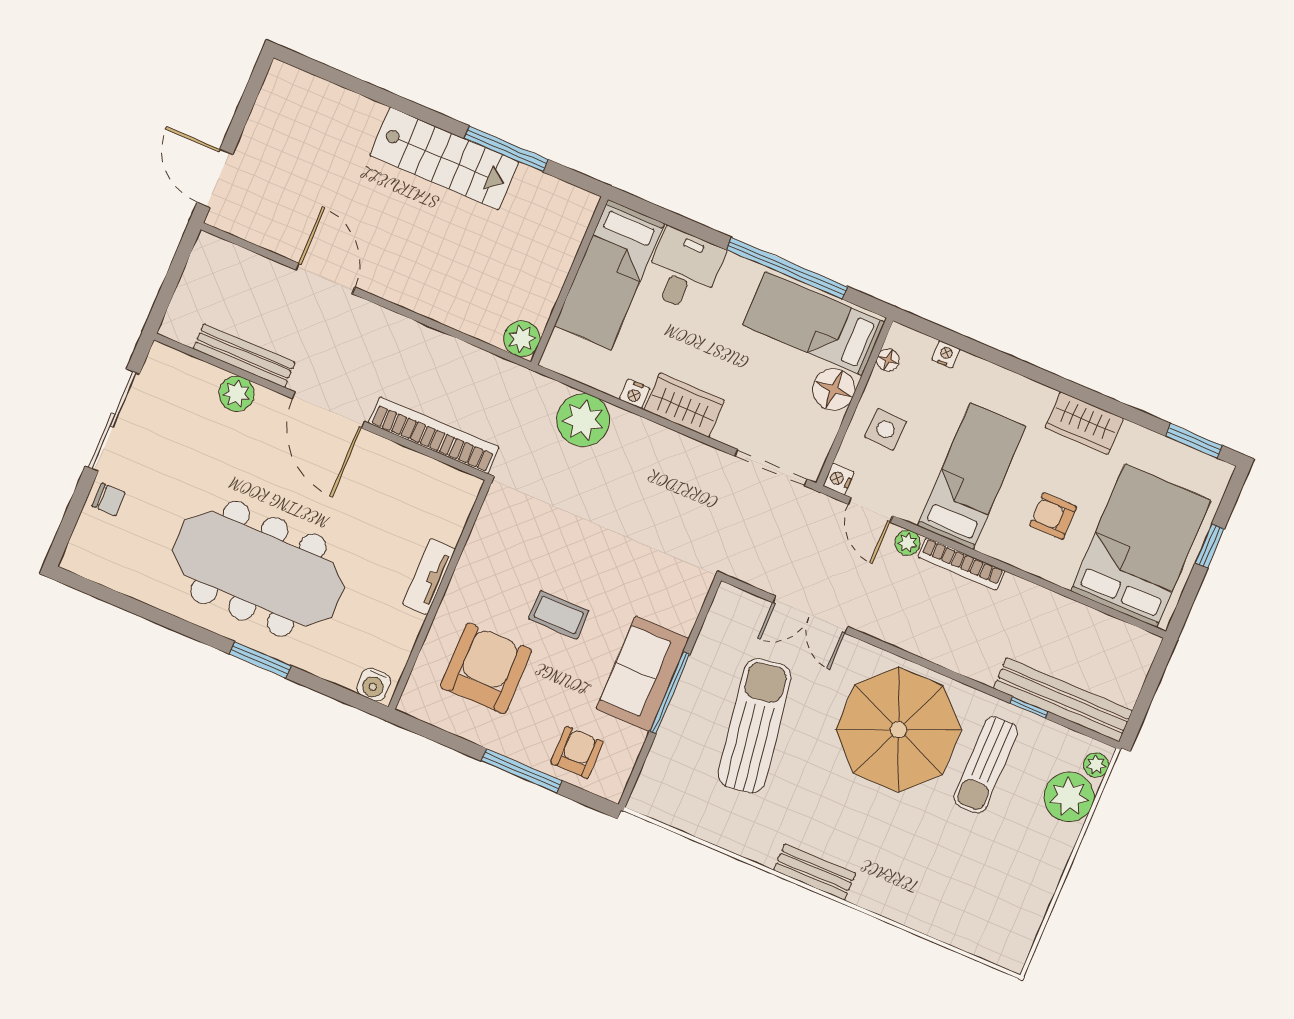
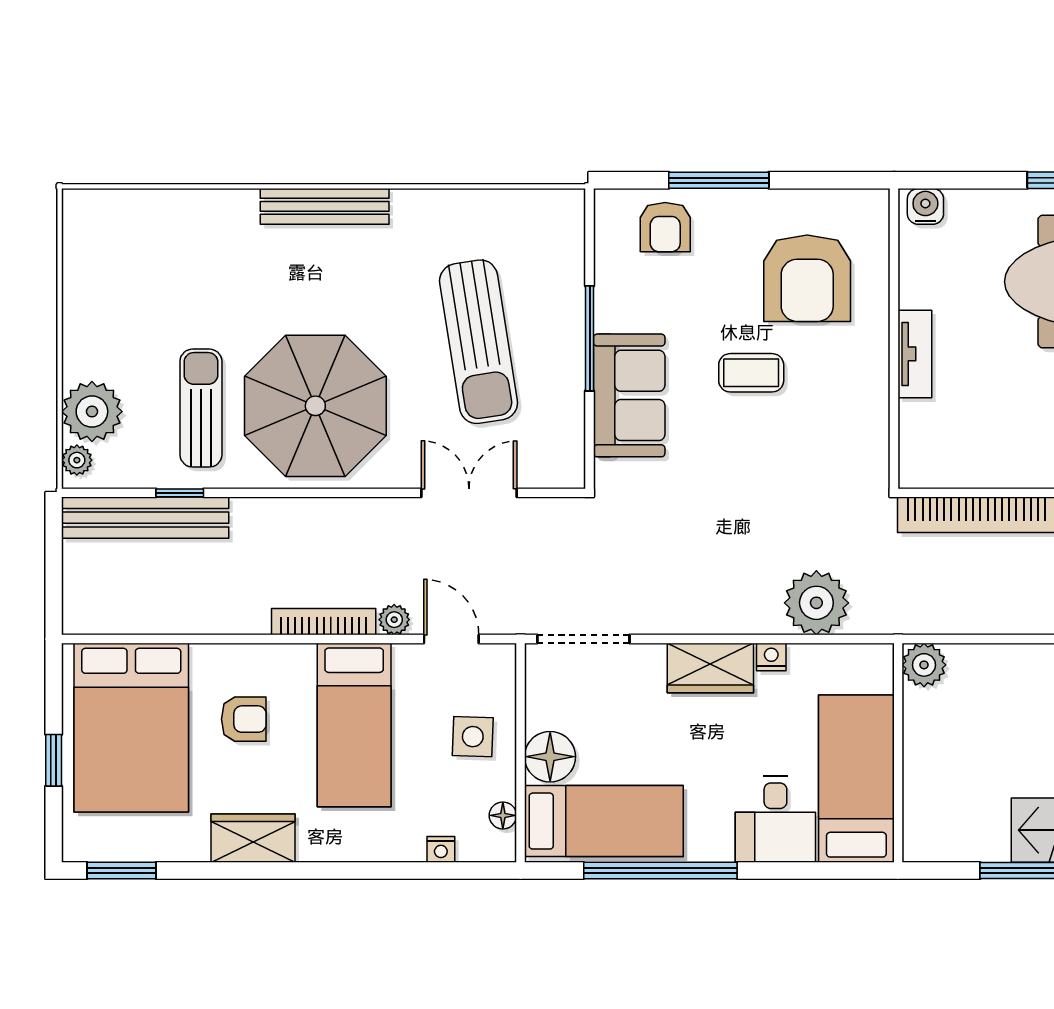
nightstand: (839, 479) -> (502, 658), removed
sofa: (642, 674) -> (629, 395), moved
bench: (815, 872) -> (325, 206), width x1.36

